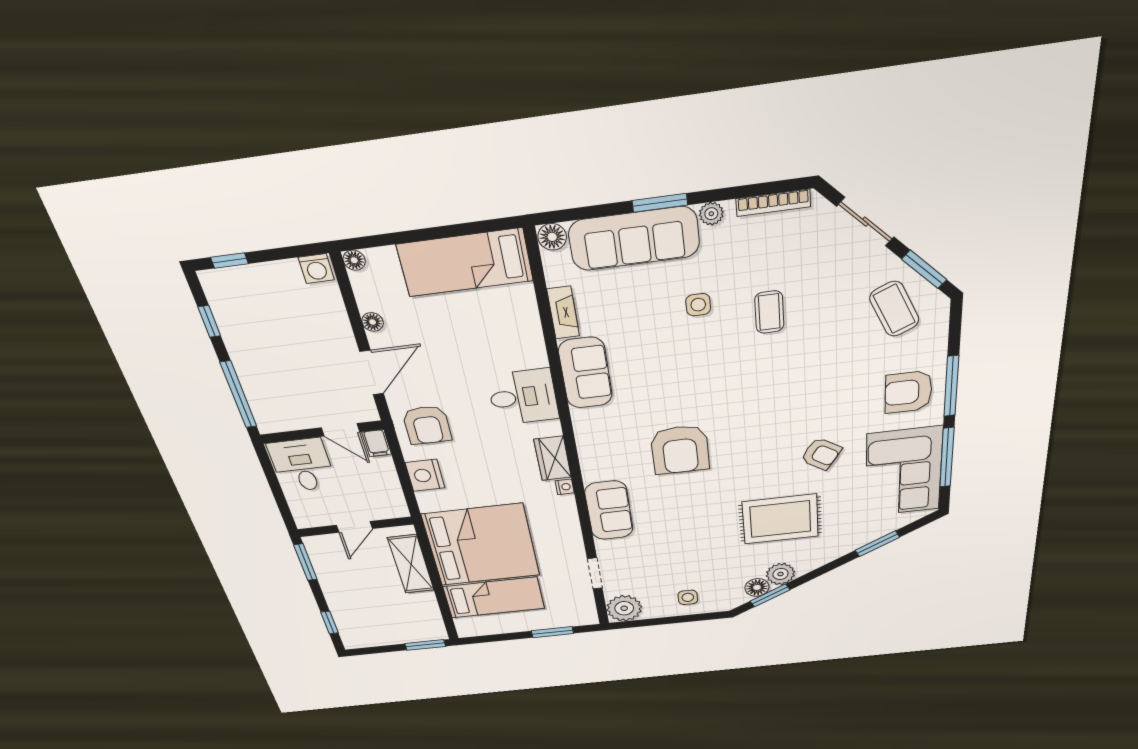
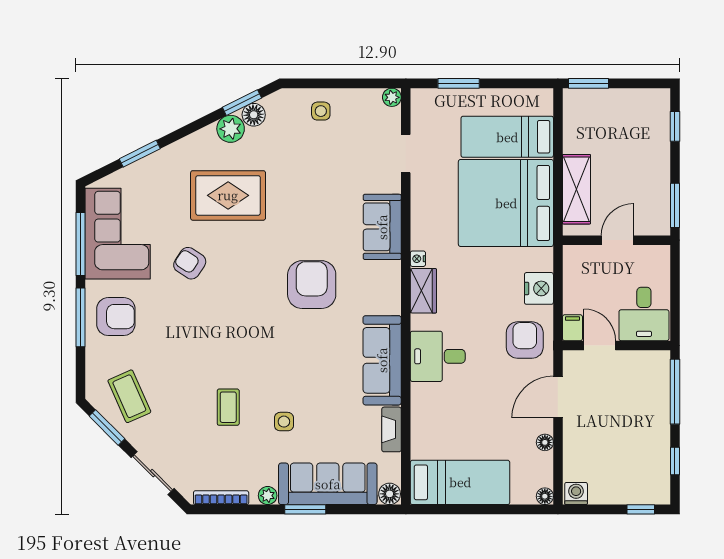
sofa: (585, 373) -> (382, 360), width x1.36
plant: (624, 608) -> (392, 97), width x0.53, depth x0.53

